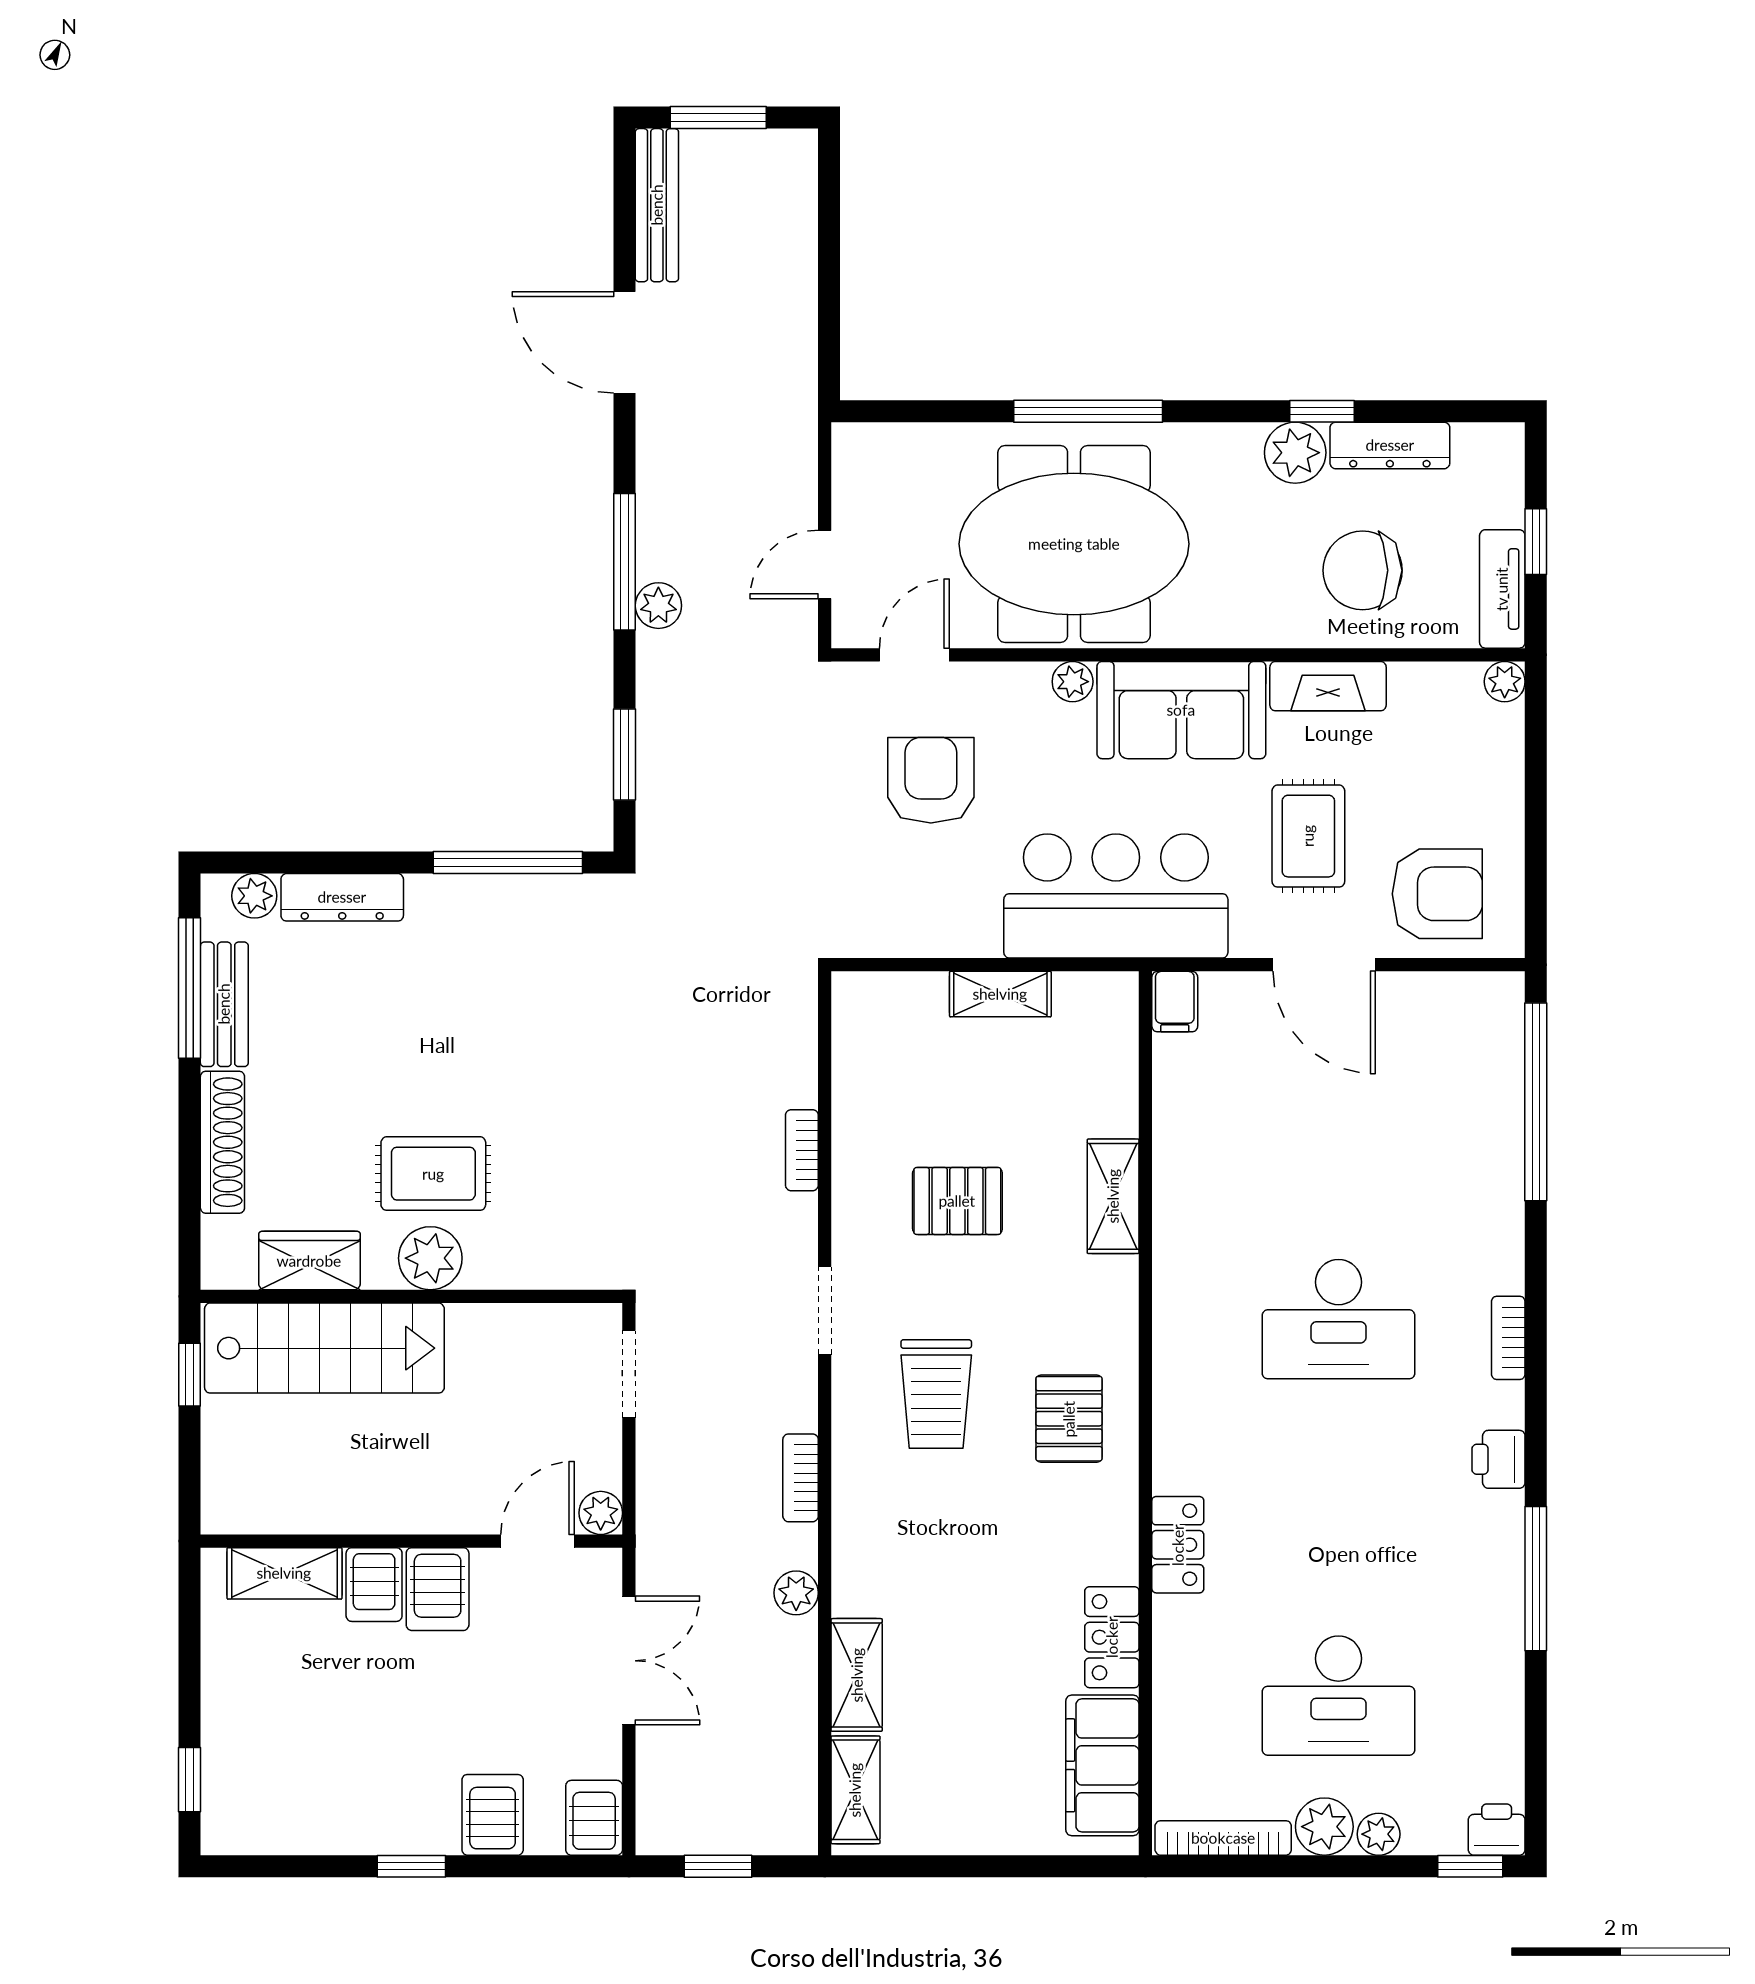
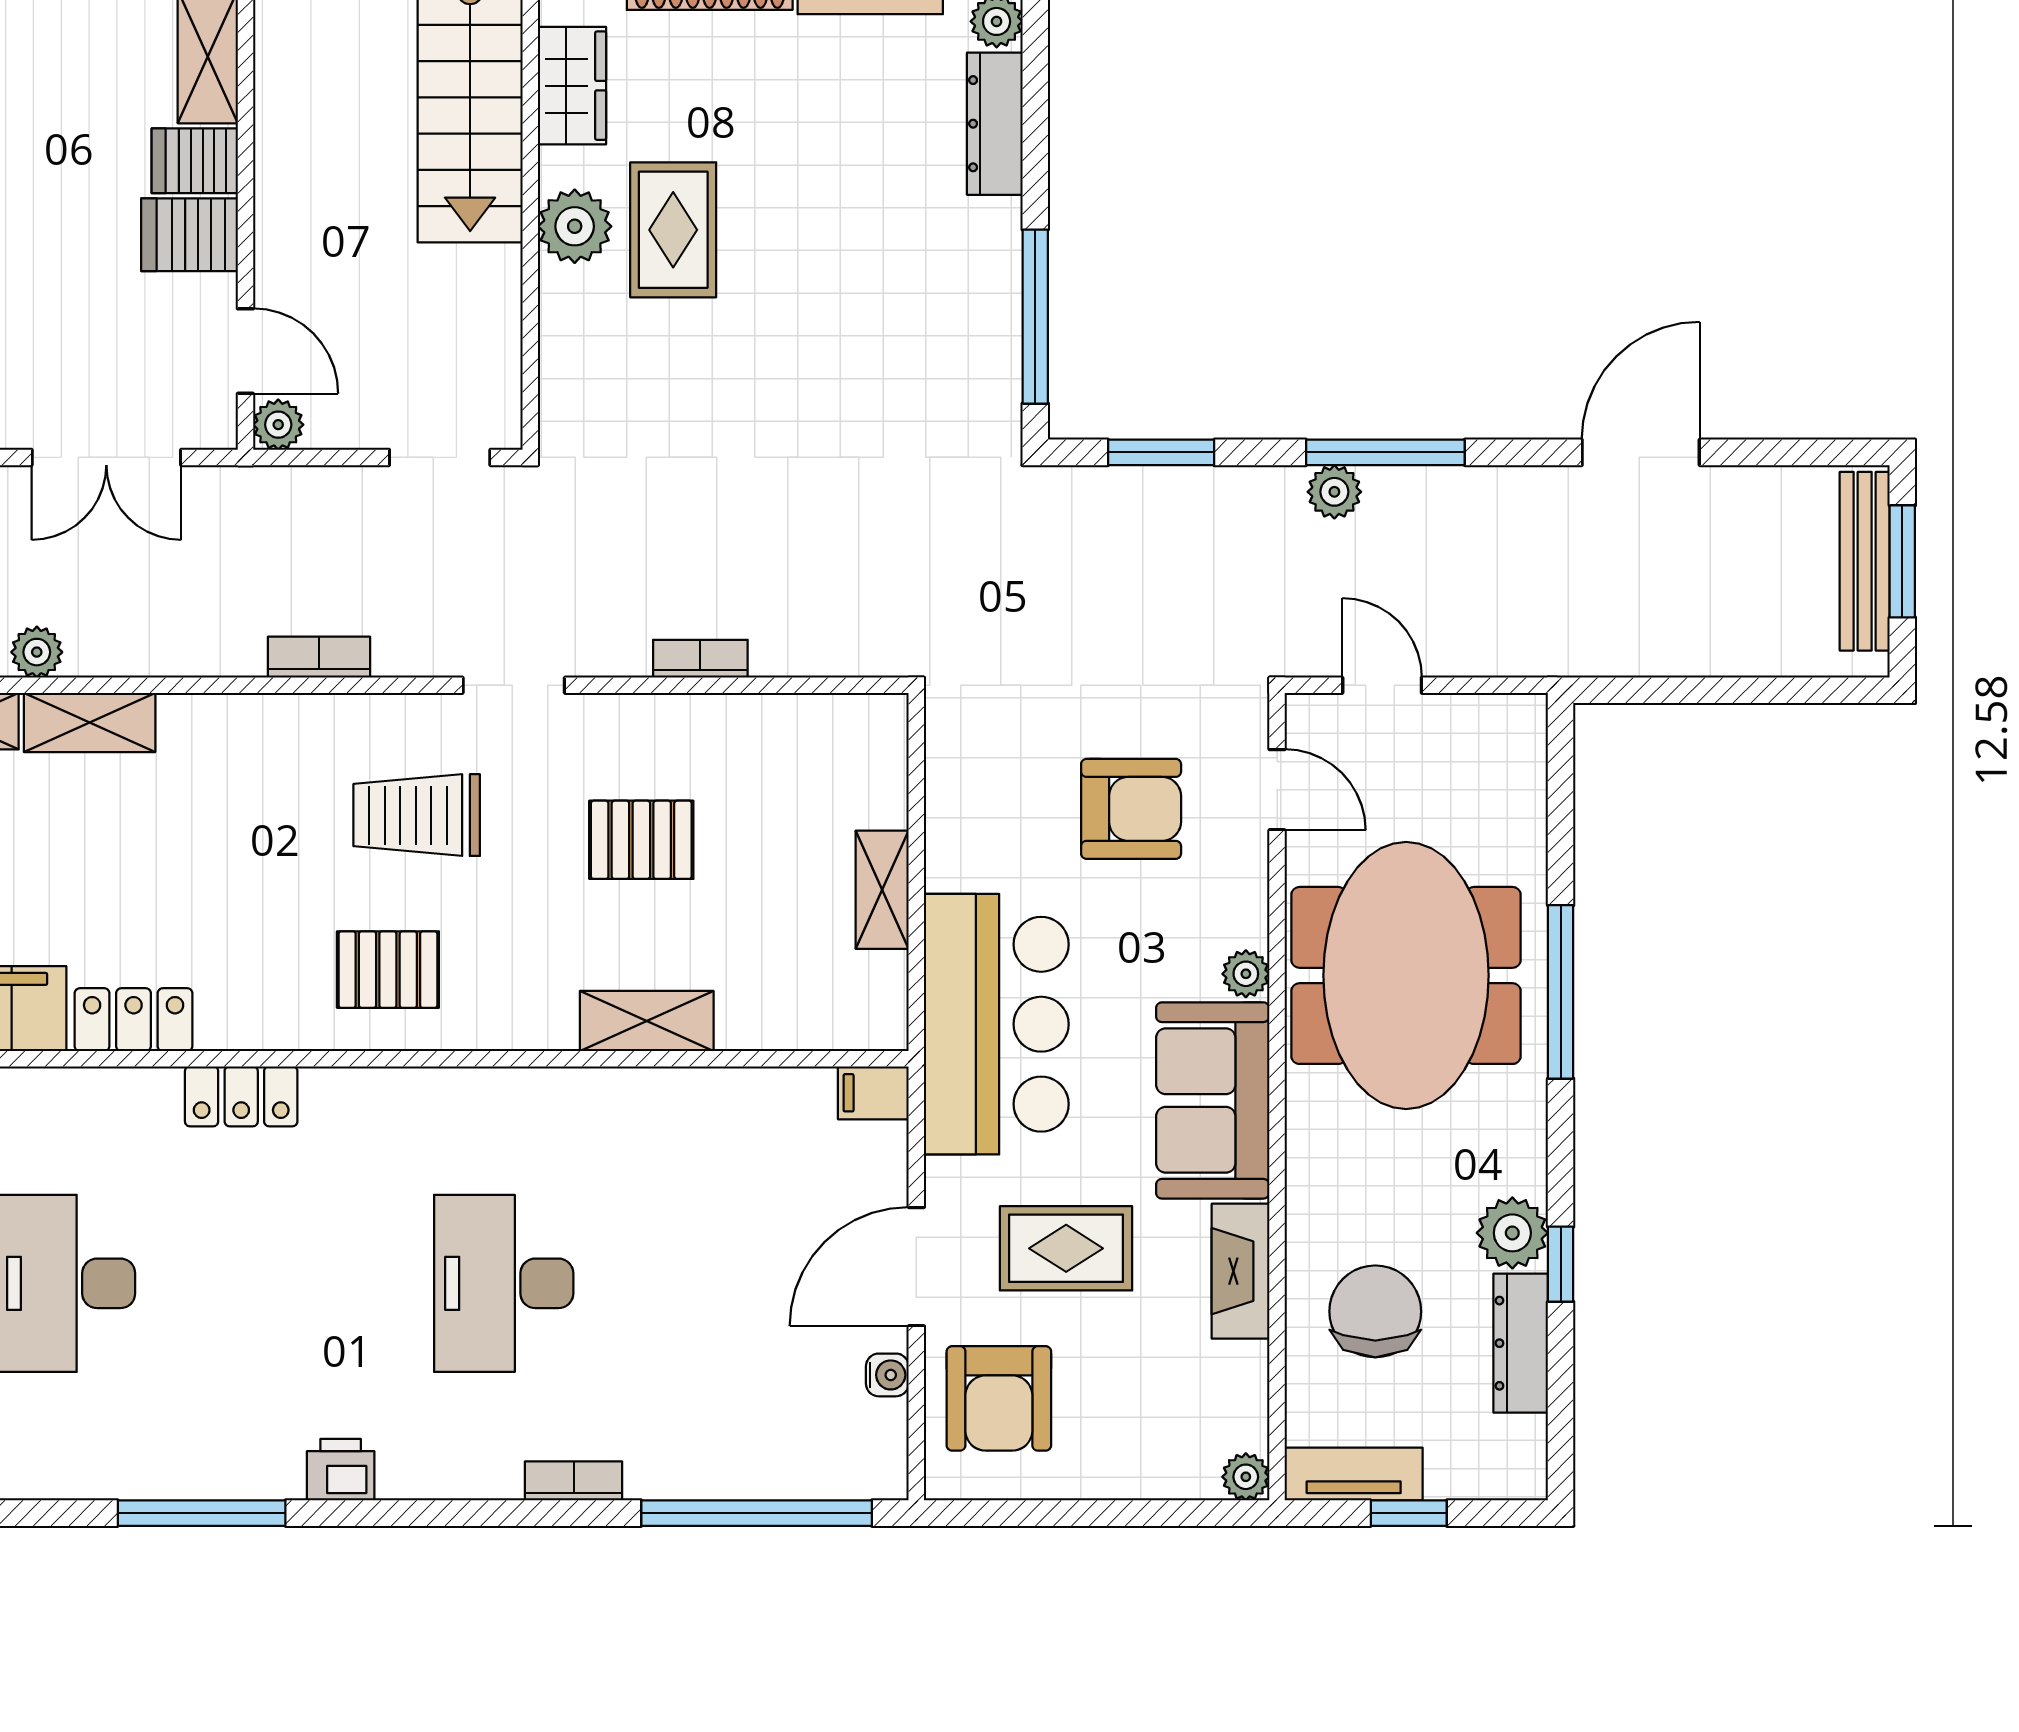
bench: (657, 205) -> (1865, 561), moved, turned 90
water cooler: (1417, 990) -> (887, 1375), added
pallet: (957, 1201) -> (641, 840), turned 90
bookcase: (1508, 1338) -> (574, 1481), moved
plant: (796, 1593) -> (37, 652), moved

